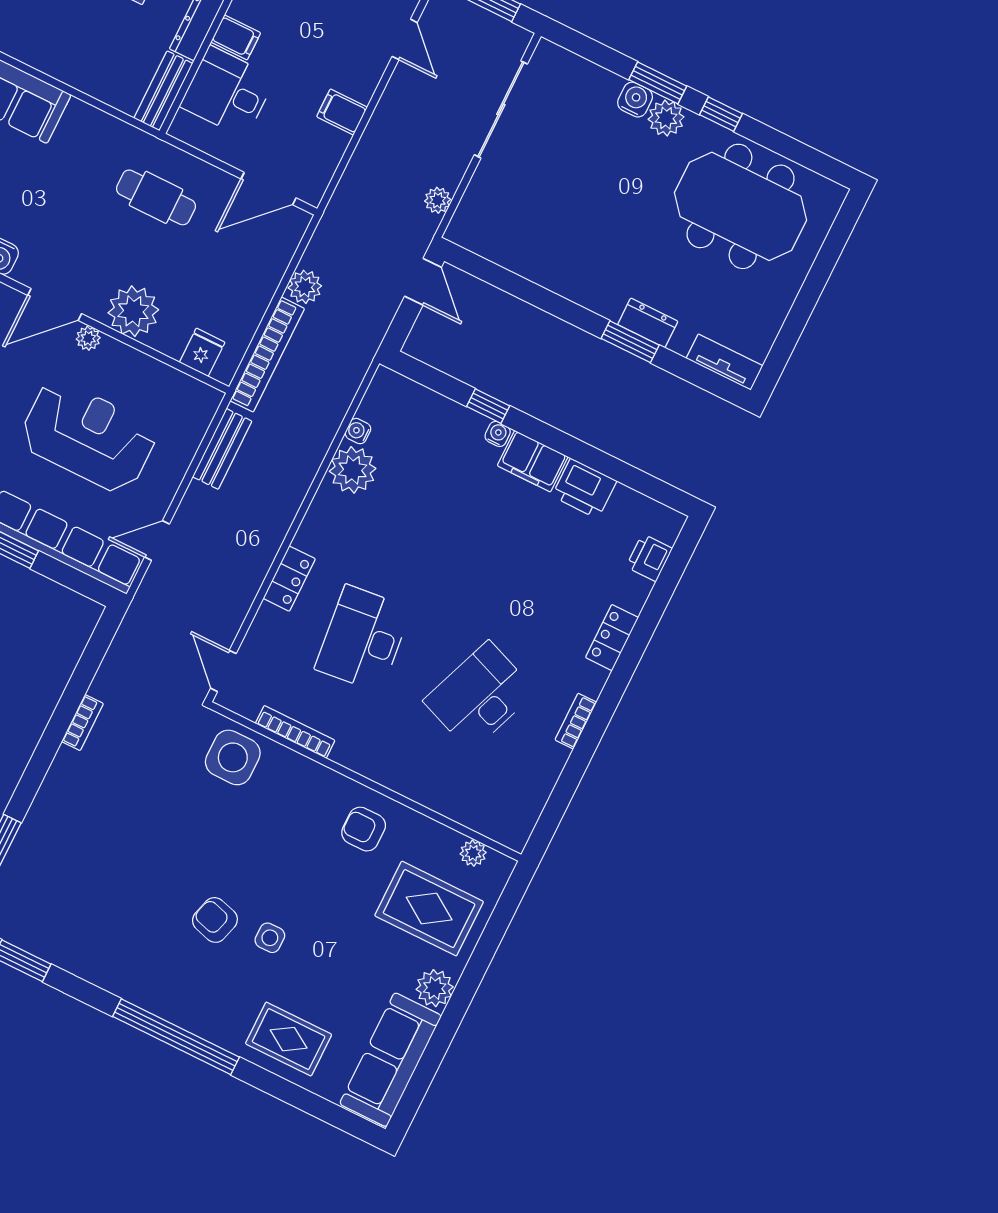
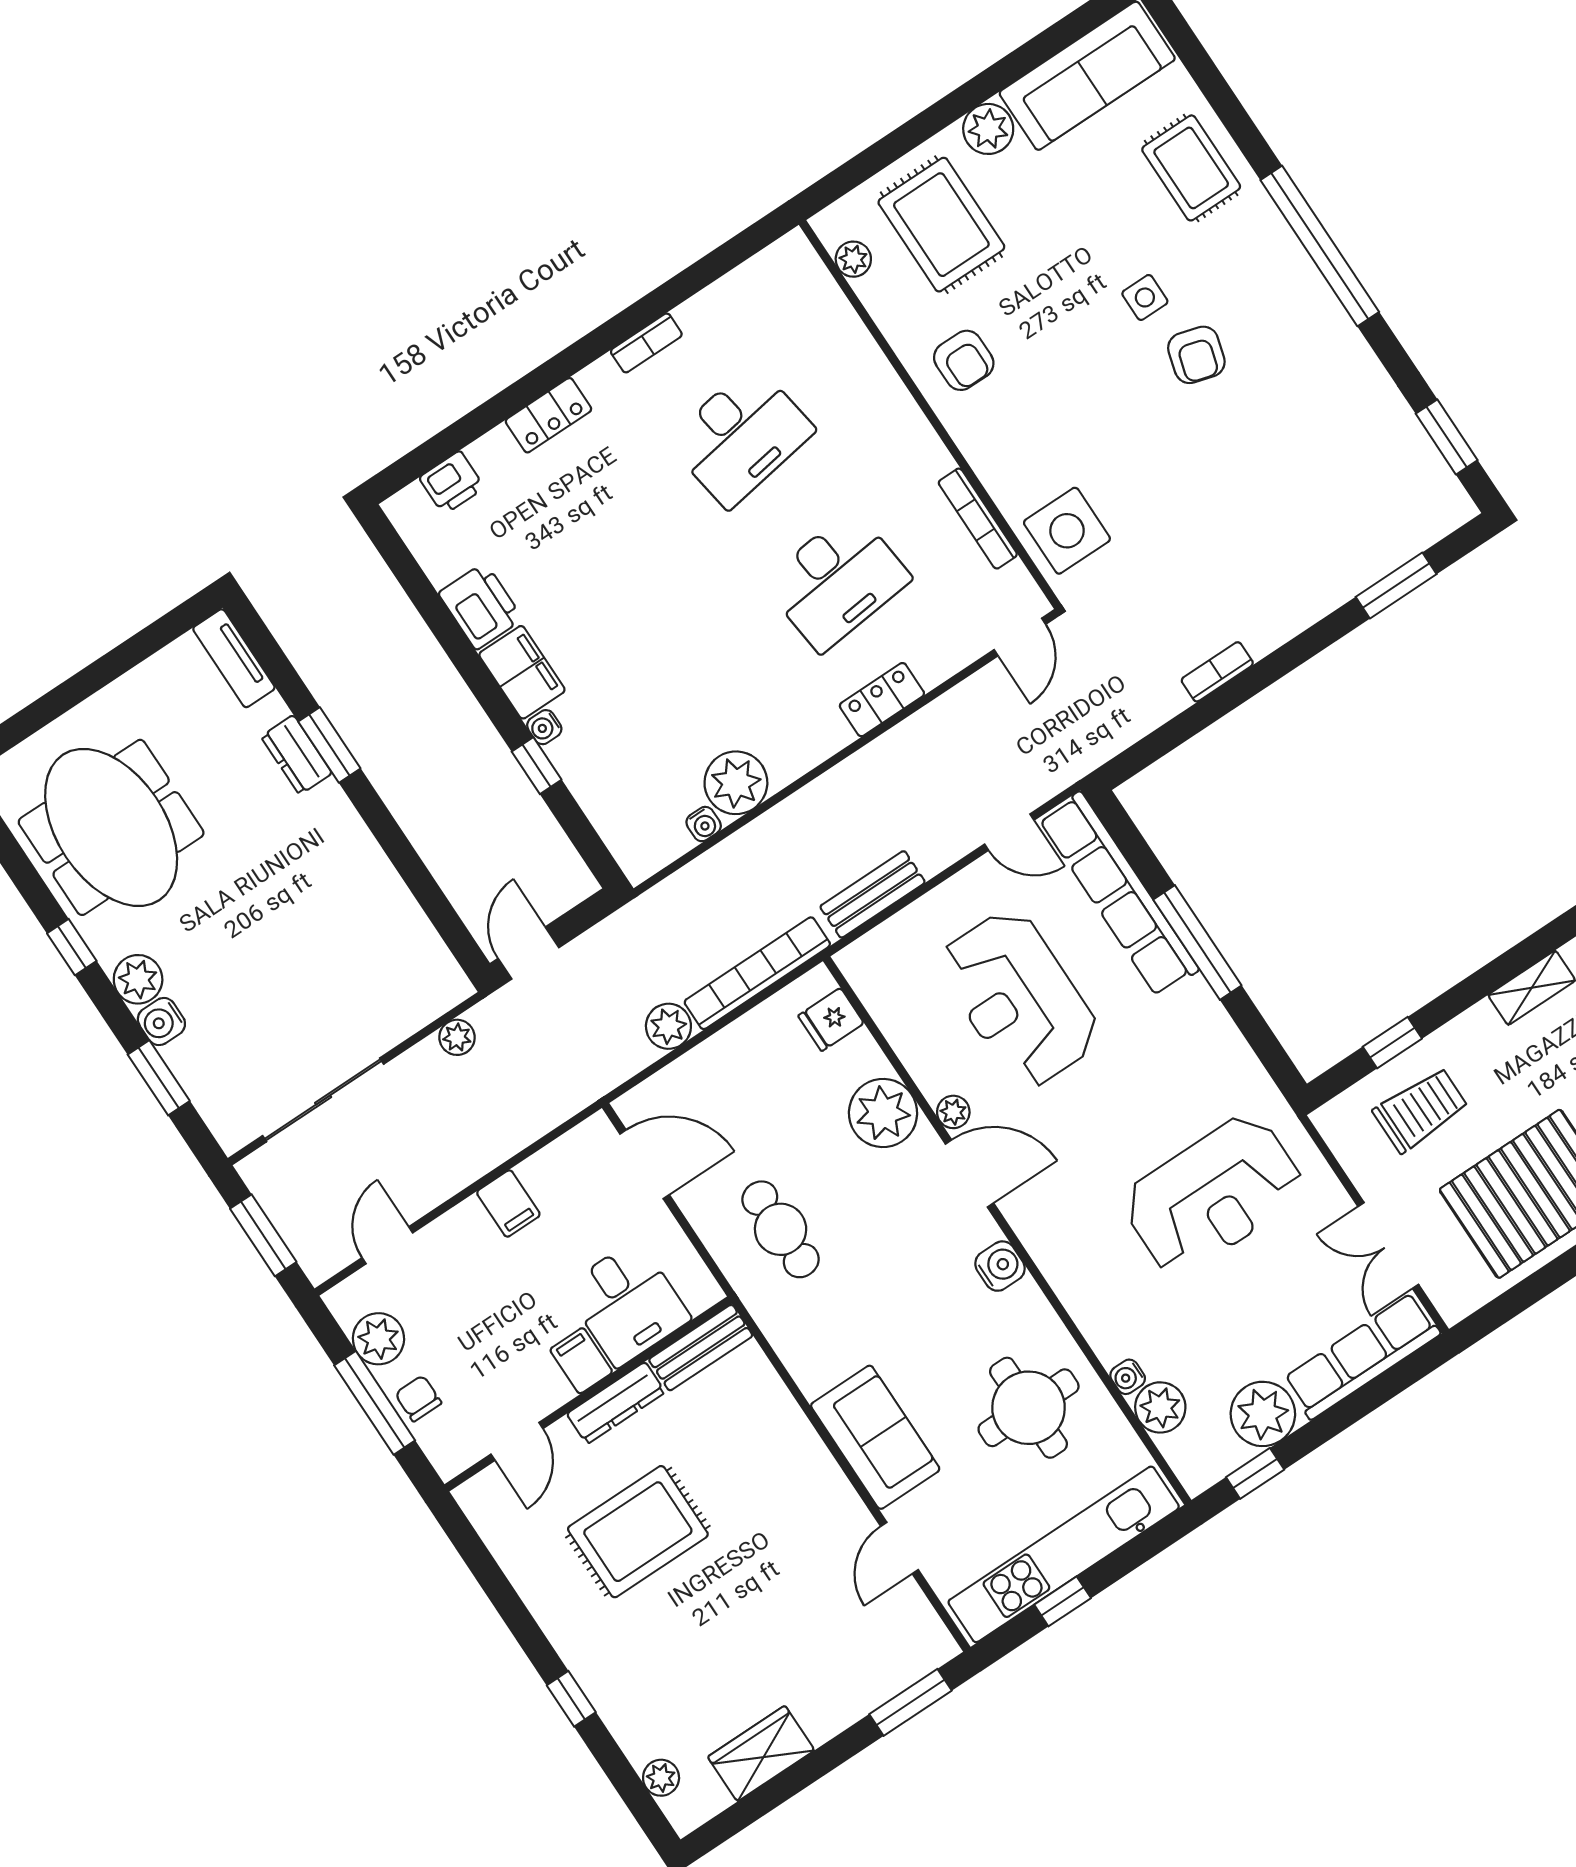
window: (658, 83) -> (159, 1078), moved
desk: (480, 696) -> (741, 436), turned -30

